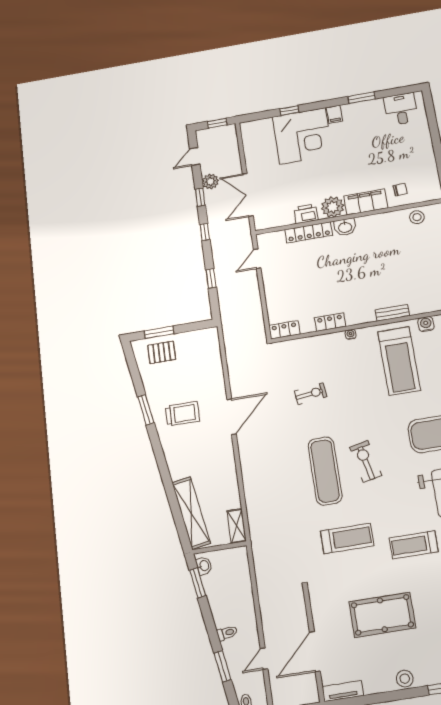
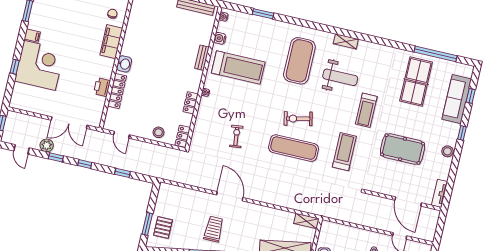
plant: (333, 207) -> (105, 66), removed
stool: (417, 217) -> (158, 132), moved
pool table: (382, 615) -> (403, 149), turned 90

